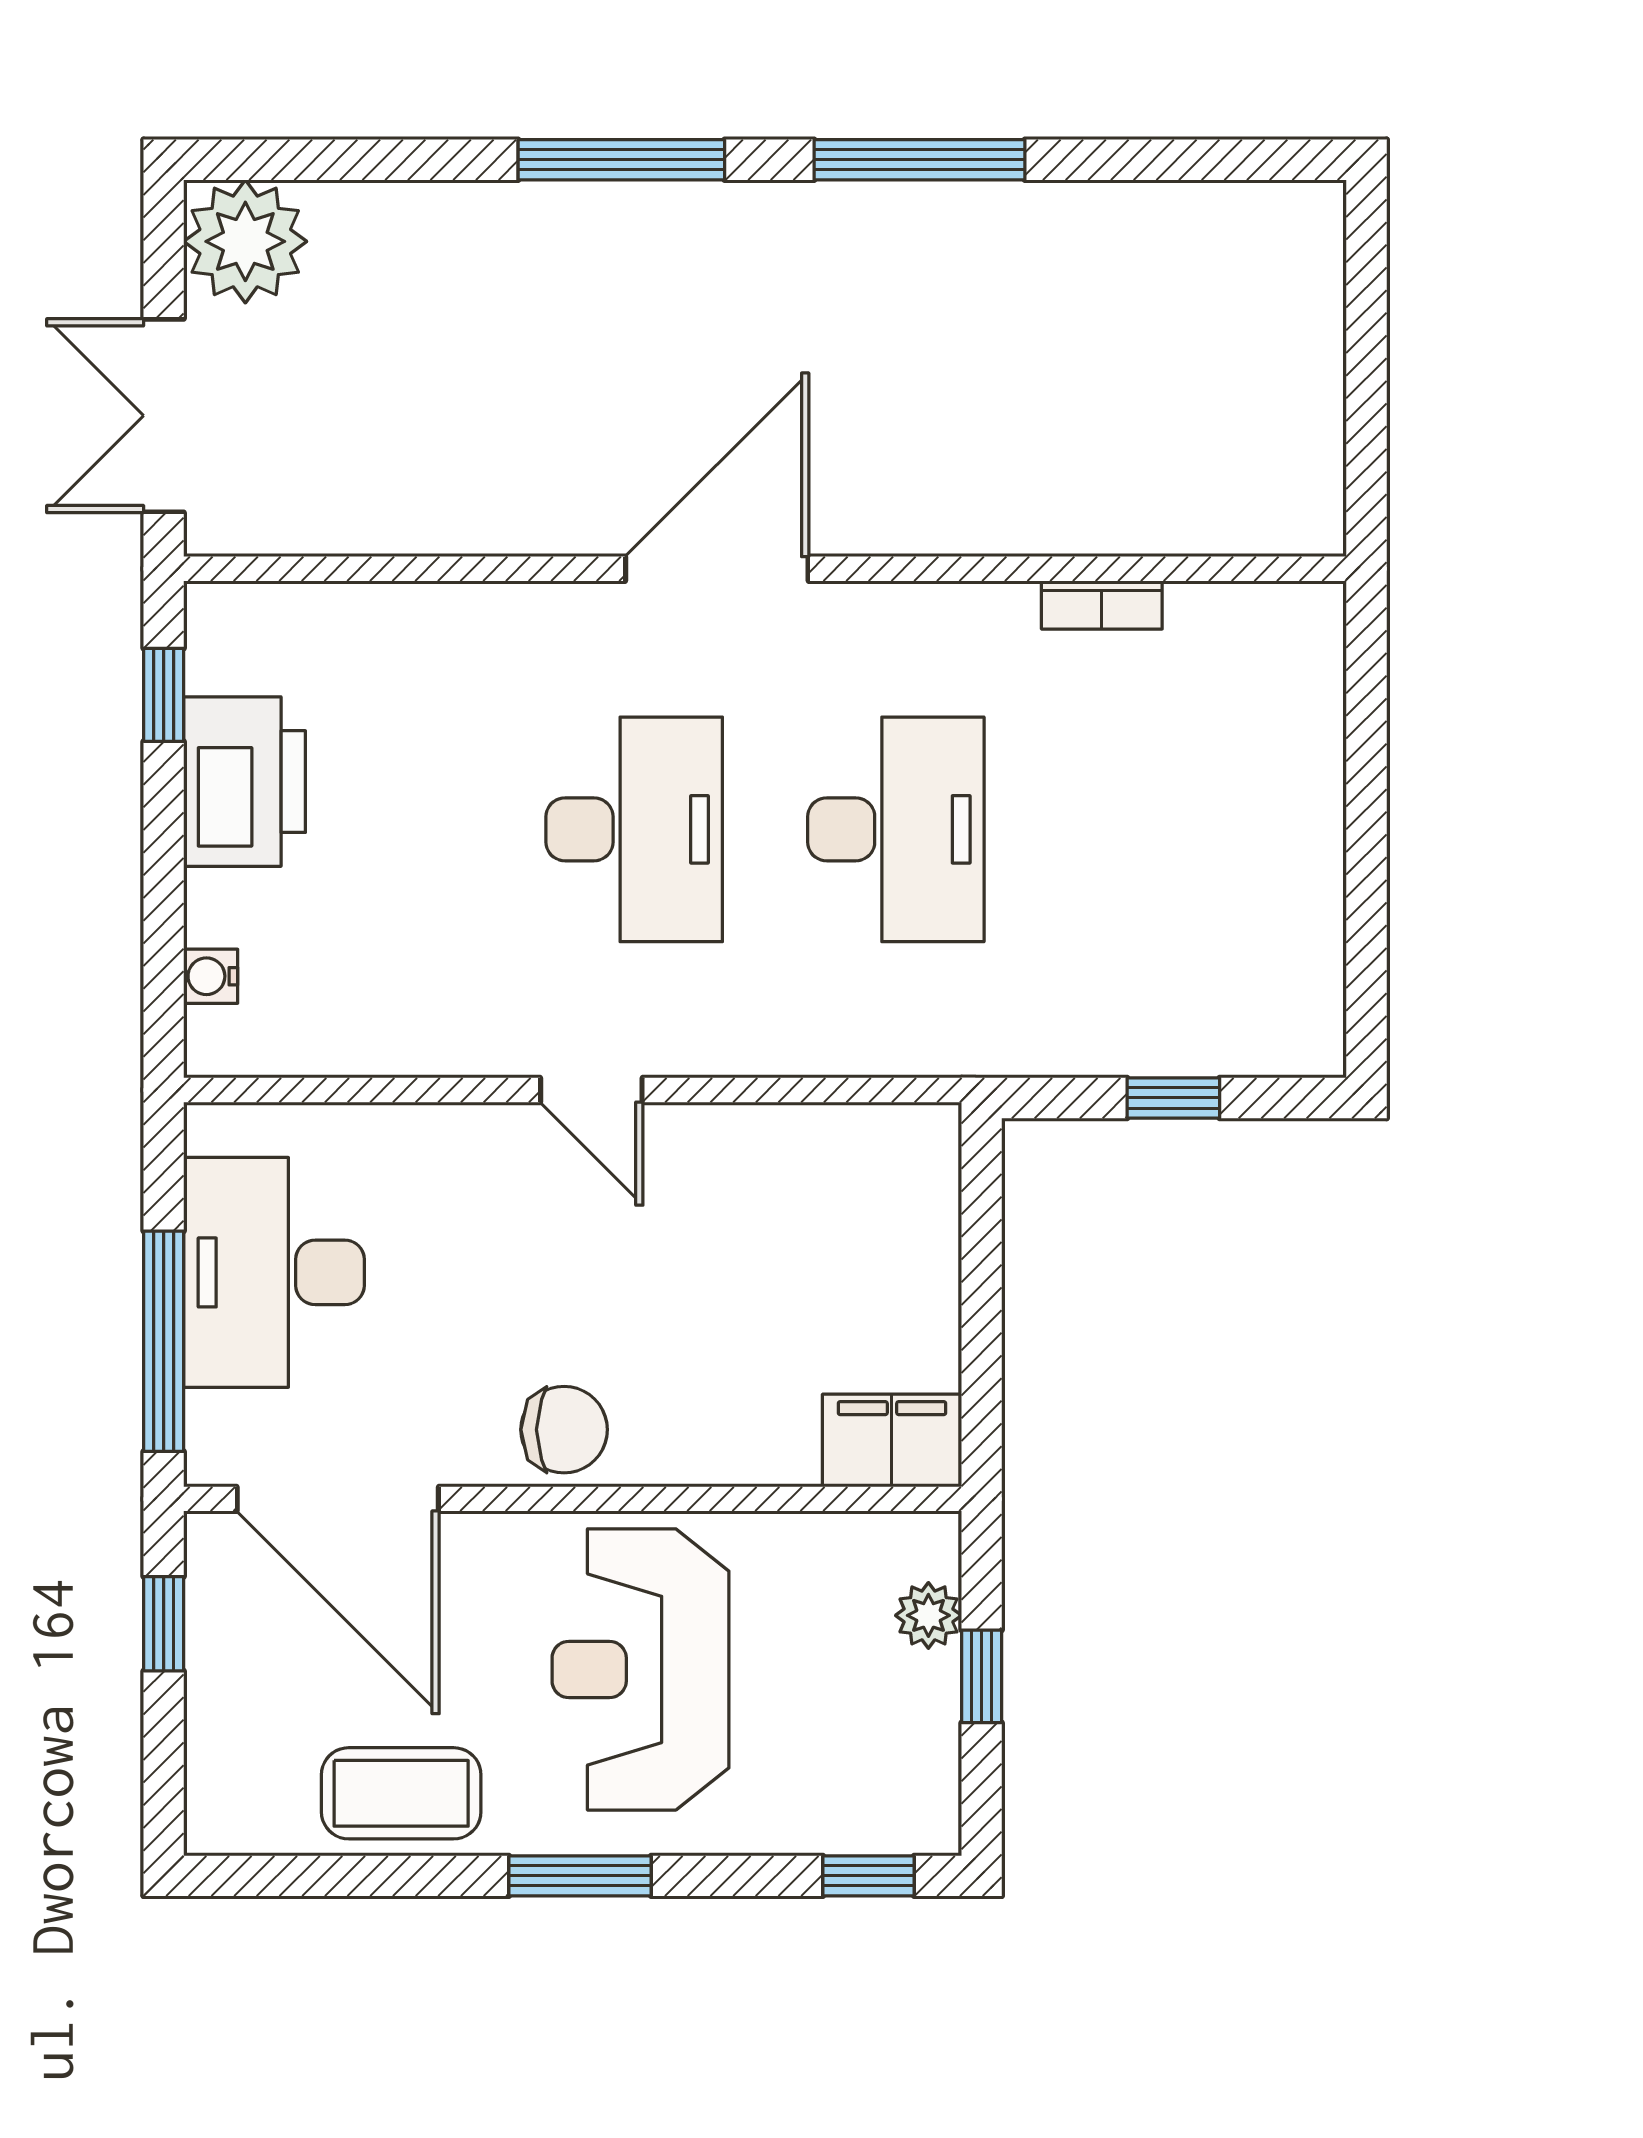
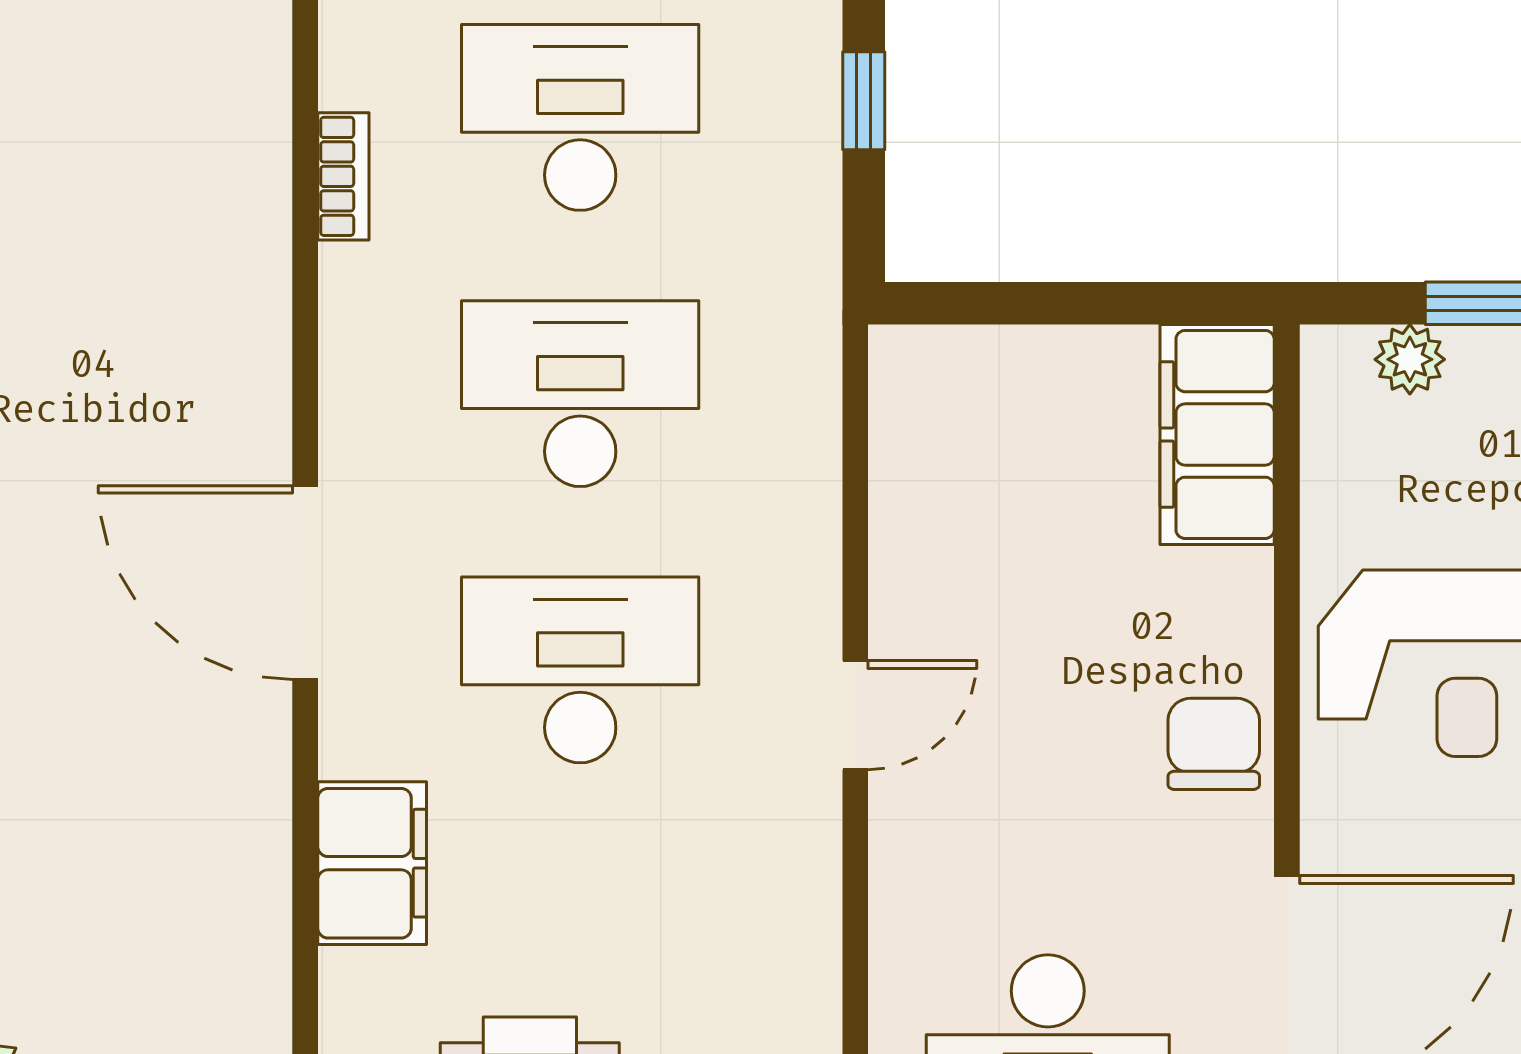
filing cabinet: (451, 632) -> (372, 863), added
desk: (1158, 829) -> (580, 117), added
filing cabinet: (892, 1441) -> (1217, 434), width x1.50, depth x1.17

